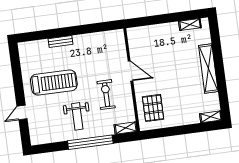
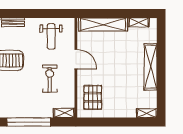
shelving: (154, 31) -> (103, 24), added
weight bench: (77, 116) -> (51, 36), moved

